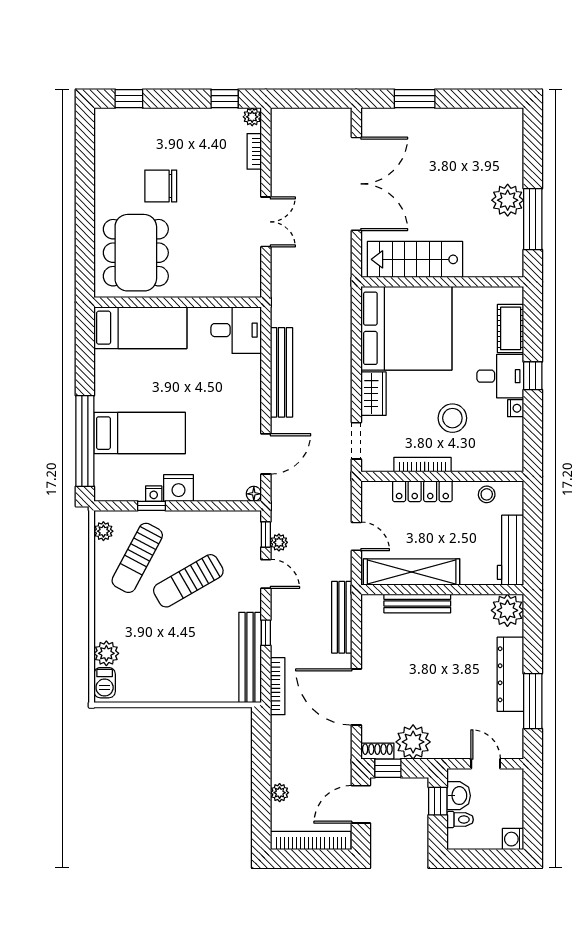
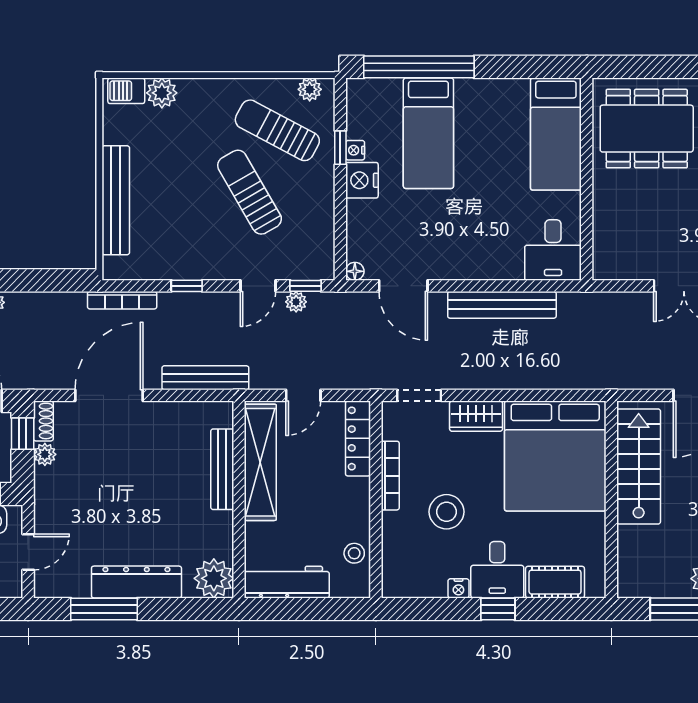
locker: (422, 491) -> (358, 438), moved
bench: (250, 657) -> (116, 200), moved, turned 90
plant: (413, 742) -> (45, 454), width x0.53, depth x0.53

